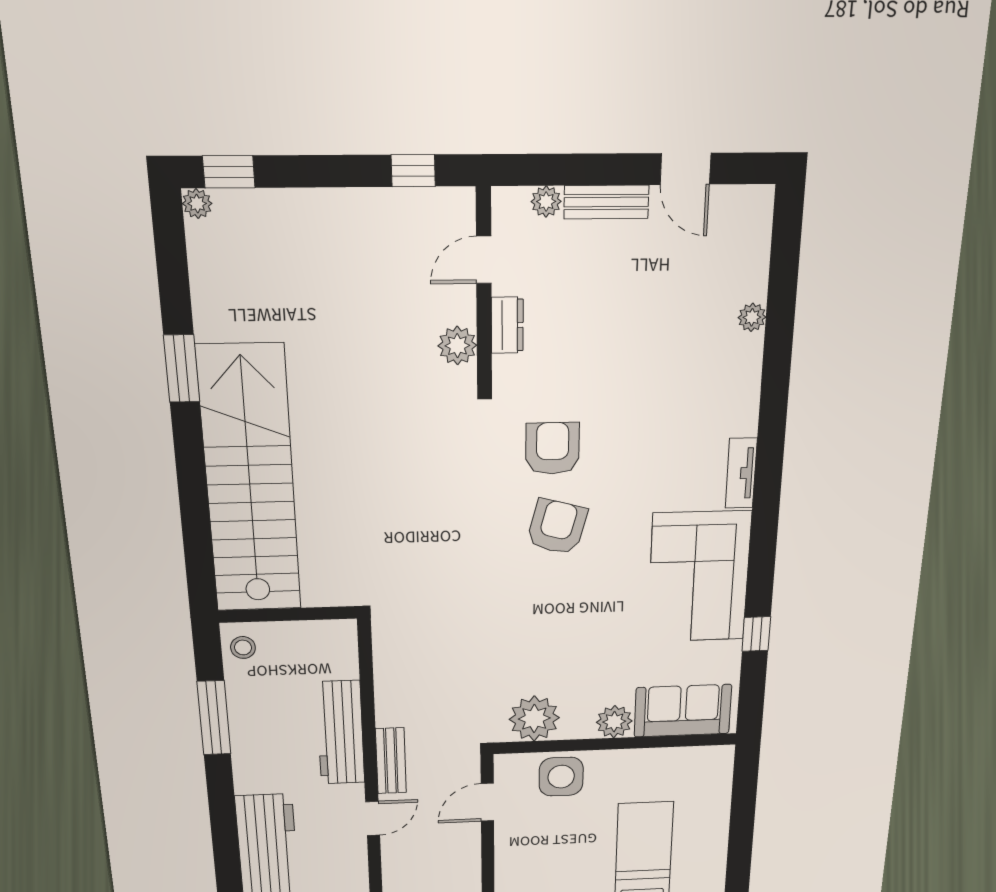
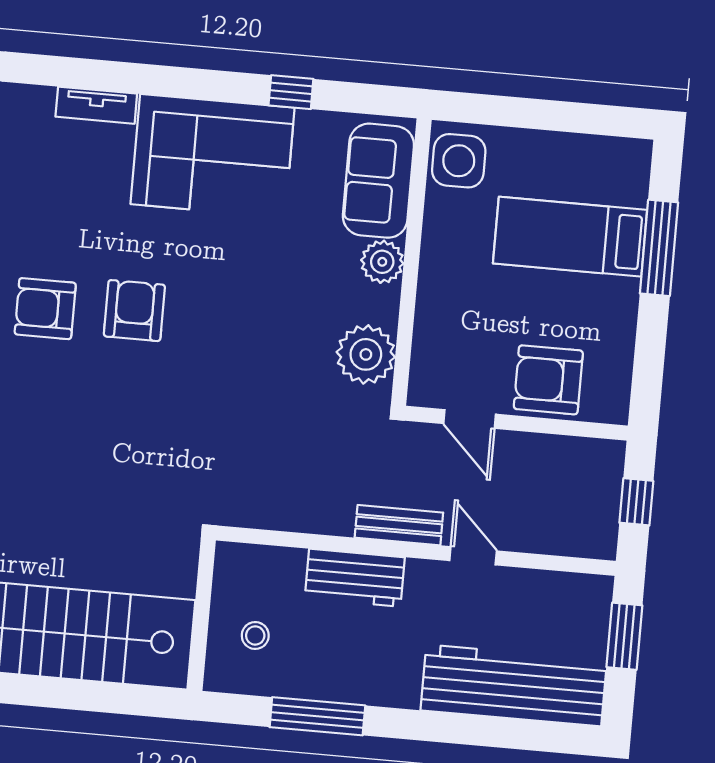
armchair: (557, 527) -> (134, 311), turned 75
stool: (243, 647) -> (255, 635), moved
workbench: (340, 733) -> (355, 578), width x0.73
side table: (561, 777) -> (459, 161), moved
armchair: (526, 854) -> (548, 380), added

